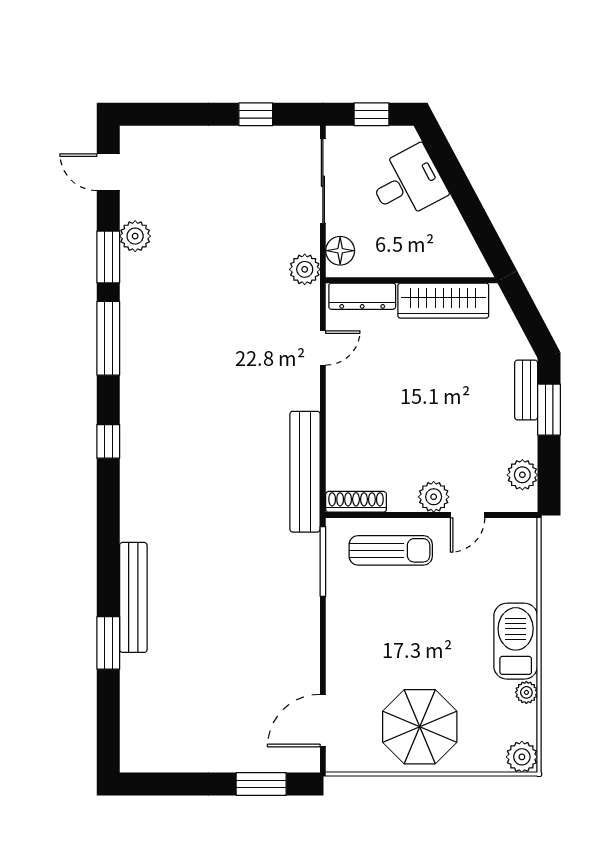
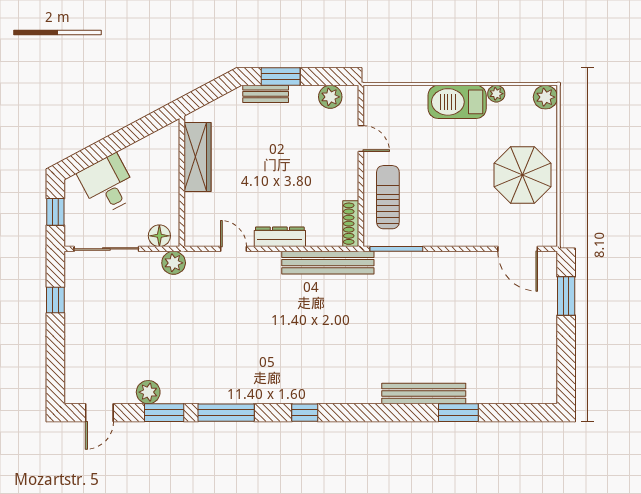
dresser: (362, 296) -> (280, 237), moved, turned -90
plant: (434, 497) -> (347, 164), removed

